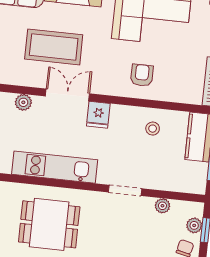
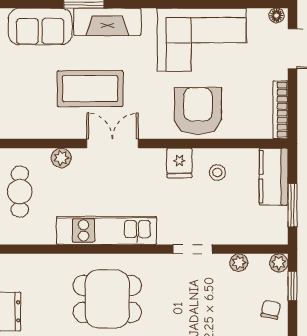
armchair: (142, 75) -> (198, 111), width x1.88, depth x1.88
fridge: (98, 115) -> (179, 163), moved
plant: (194, 225) -> (279, 263), moved

